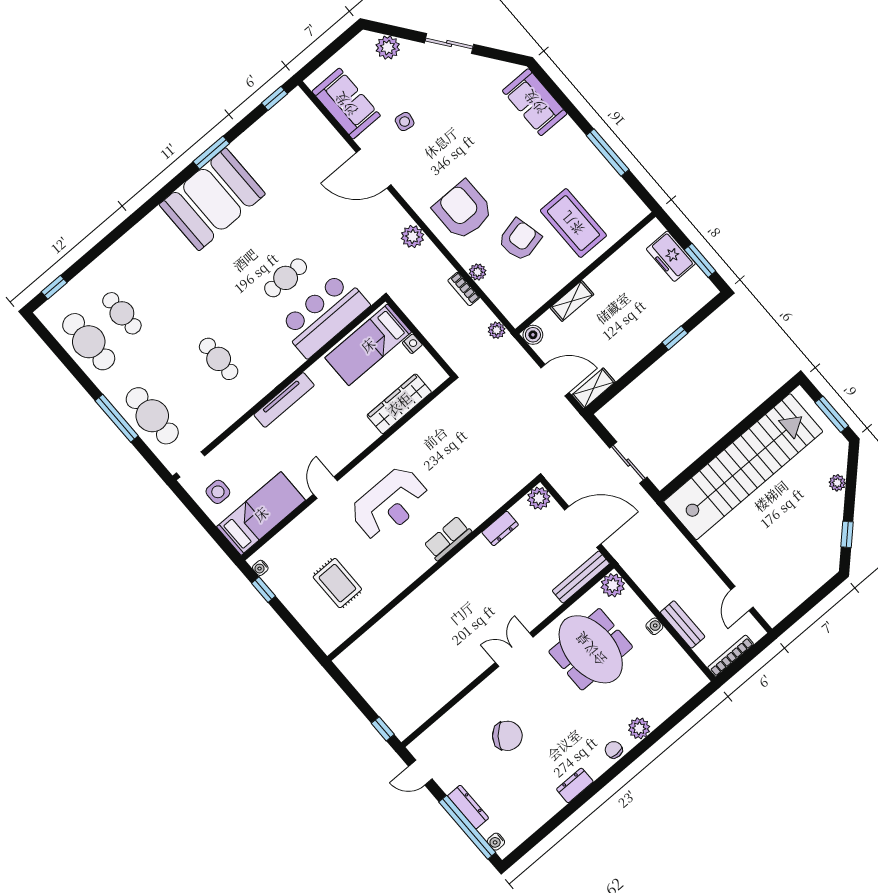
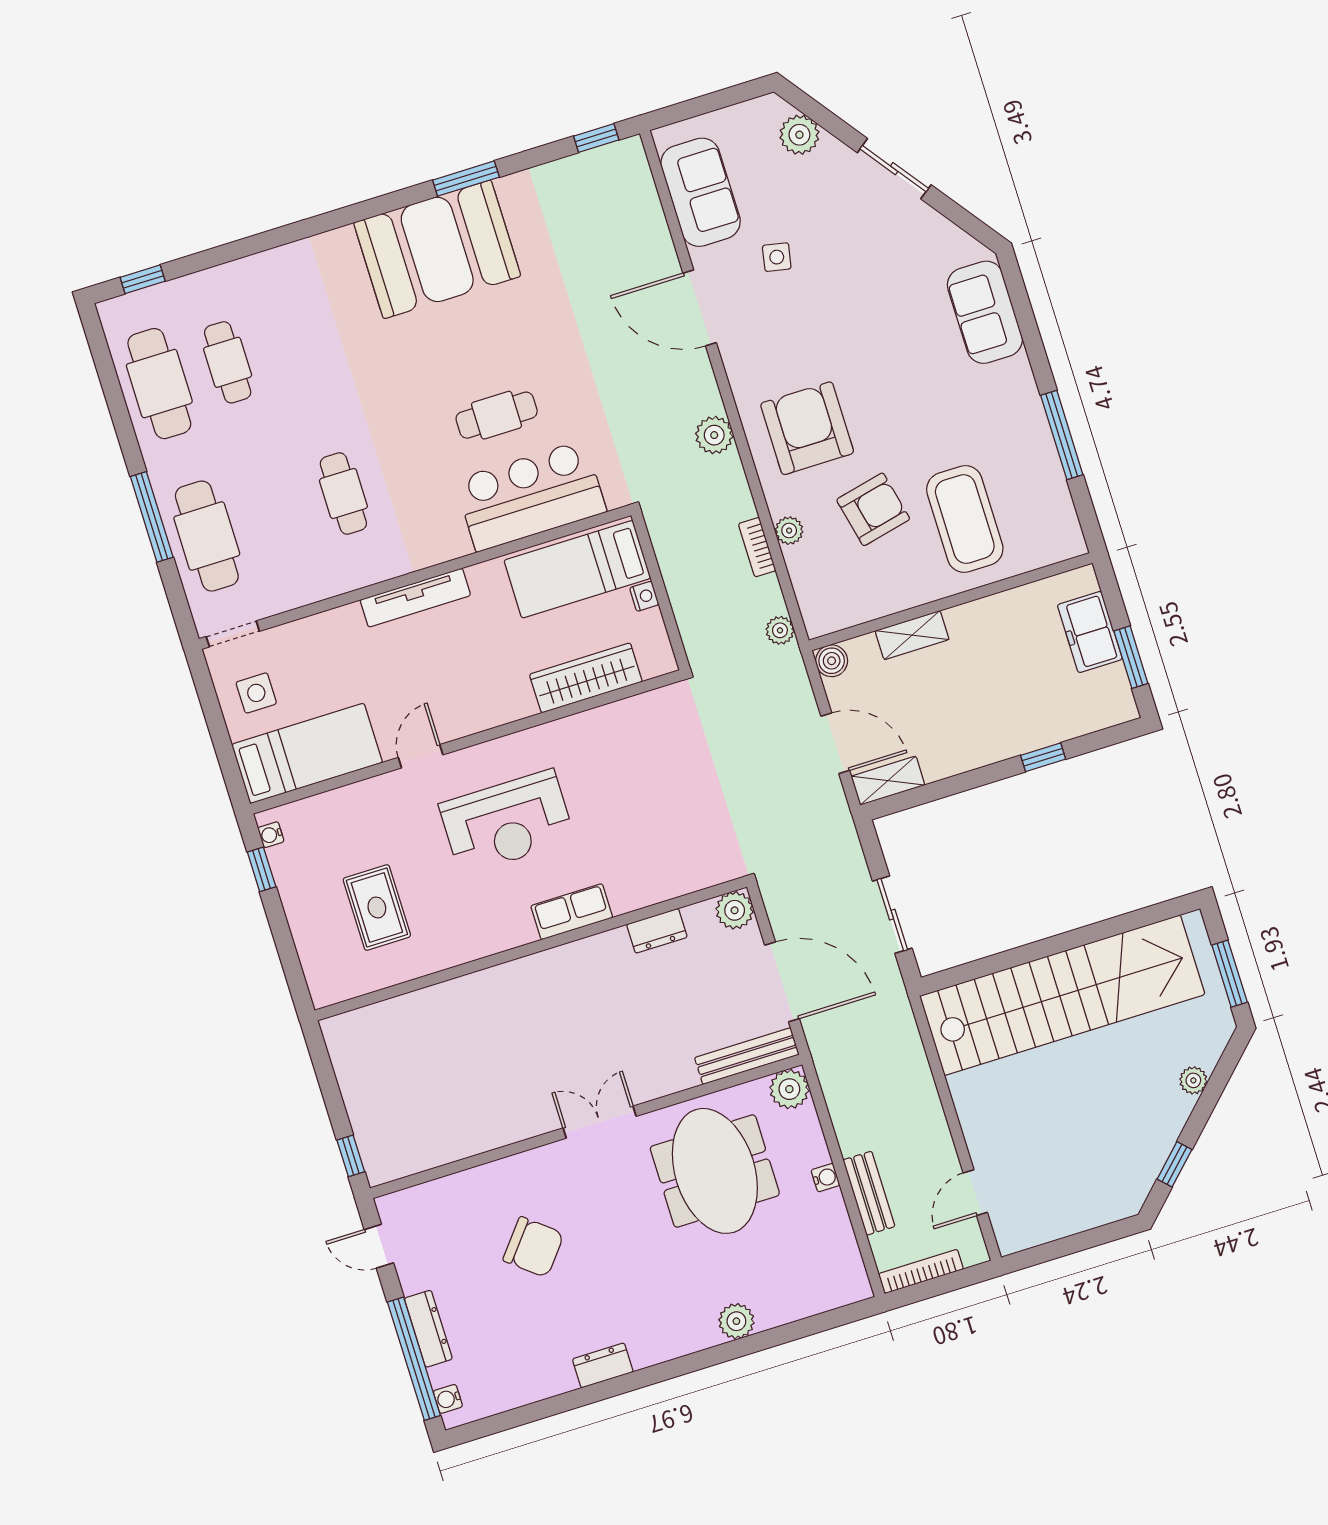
chair: (614, 750) -> (684, 1337), removed

